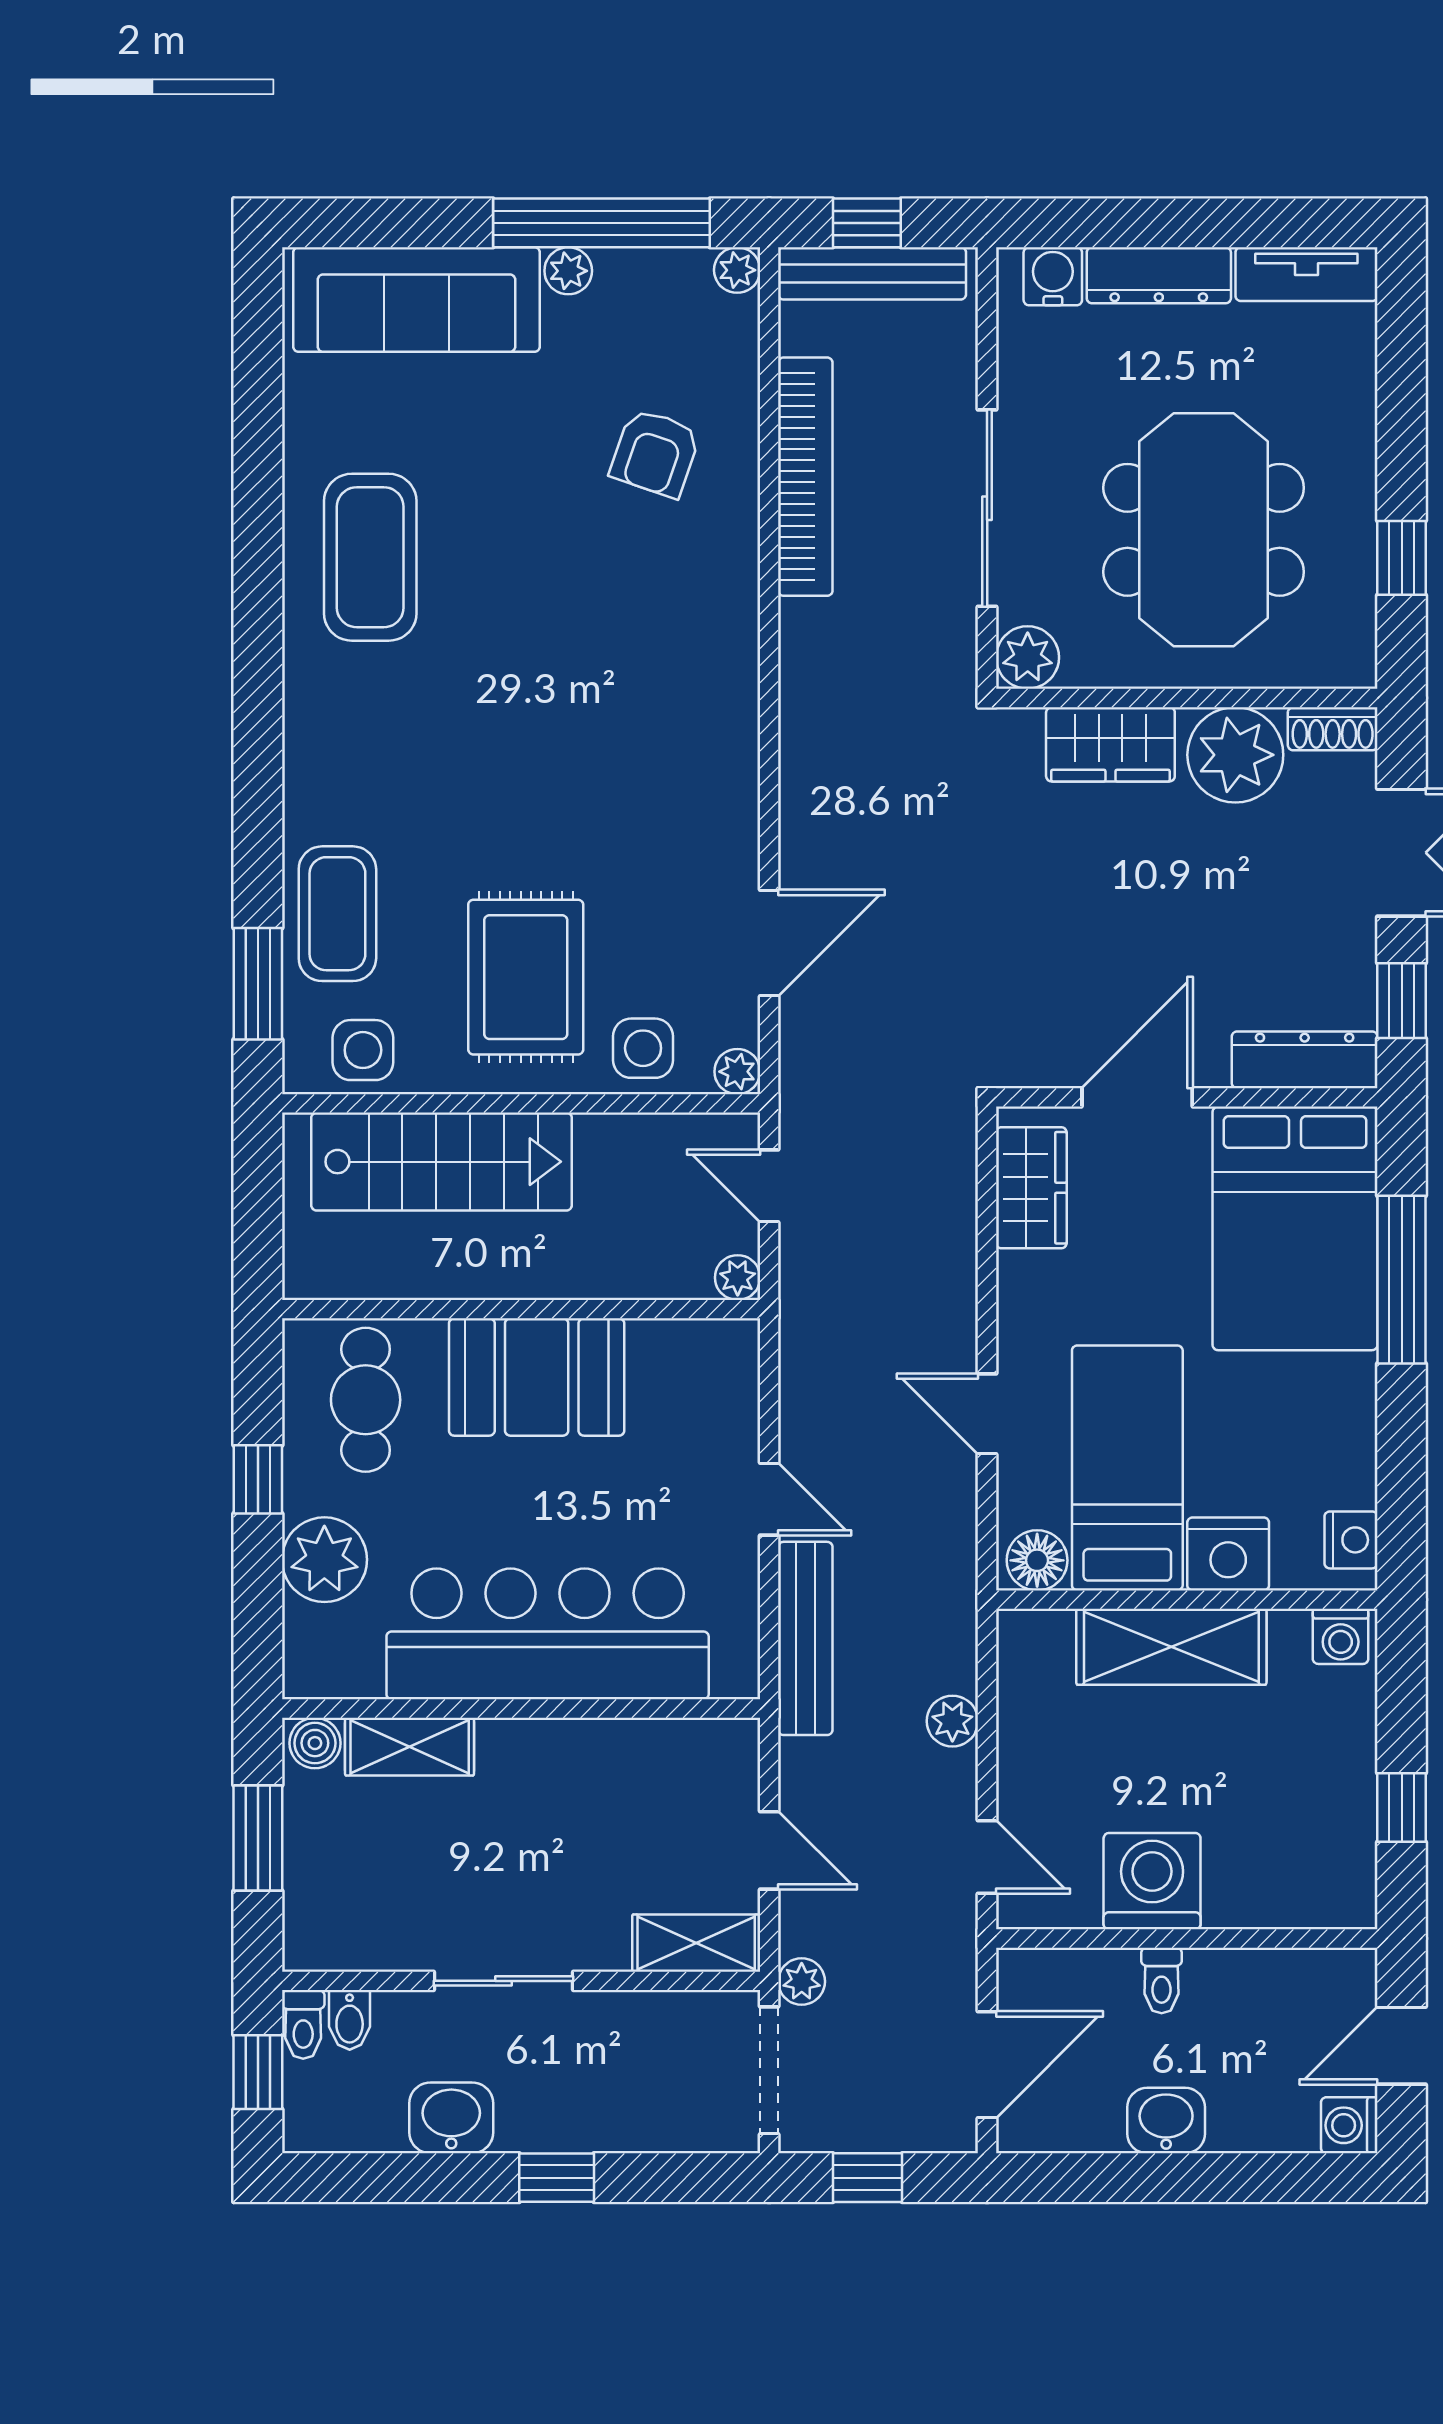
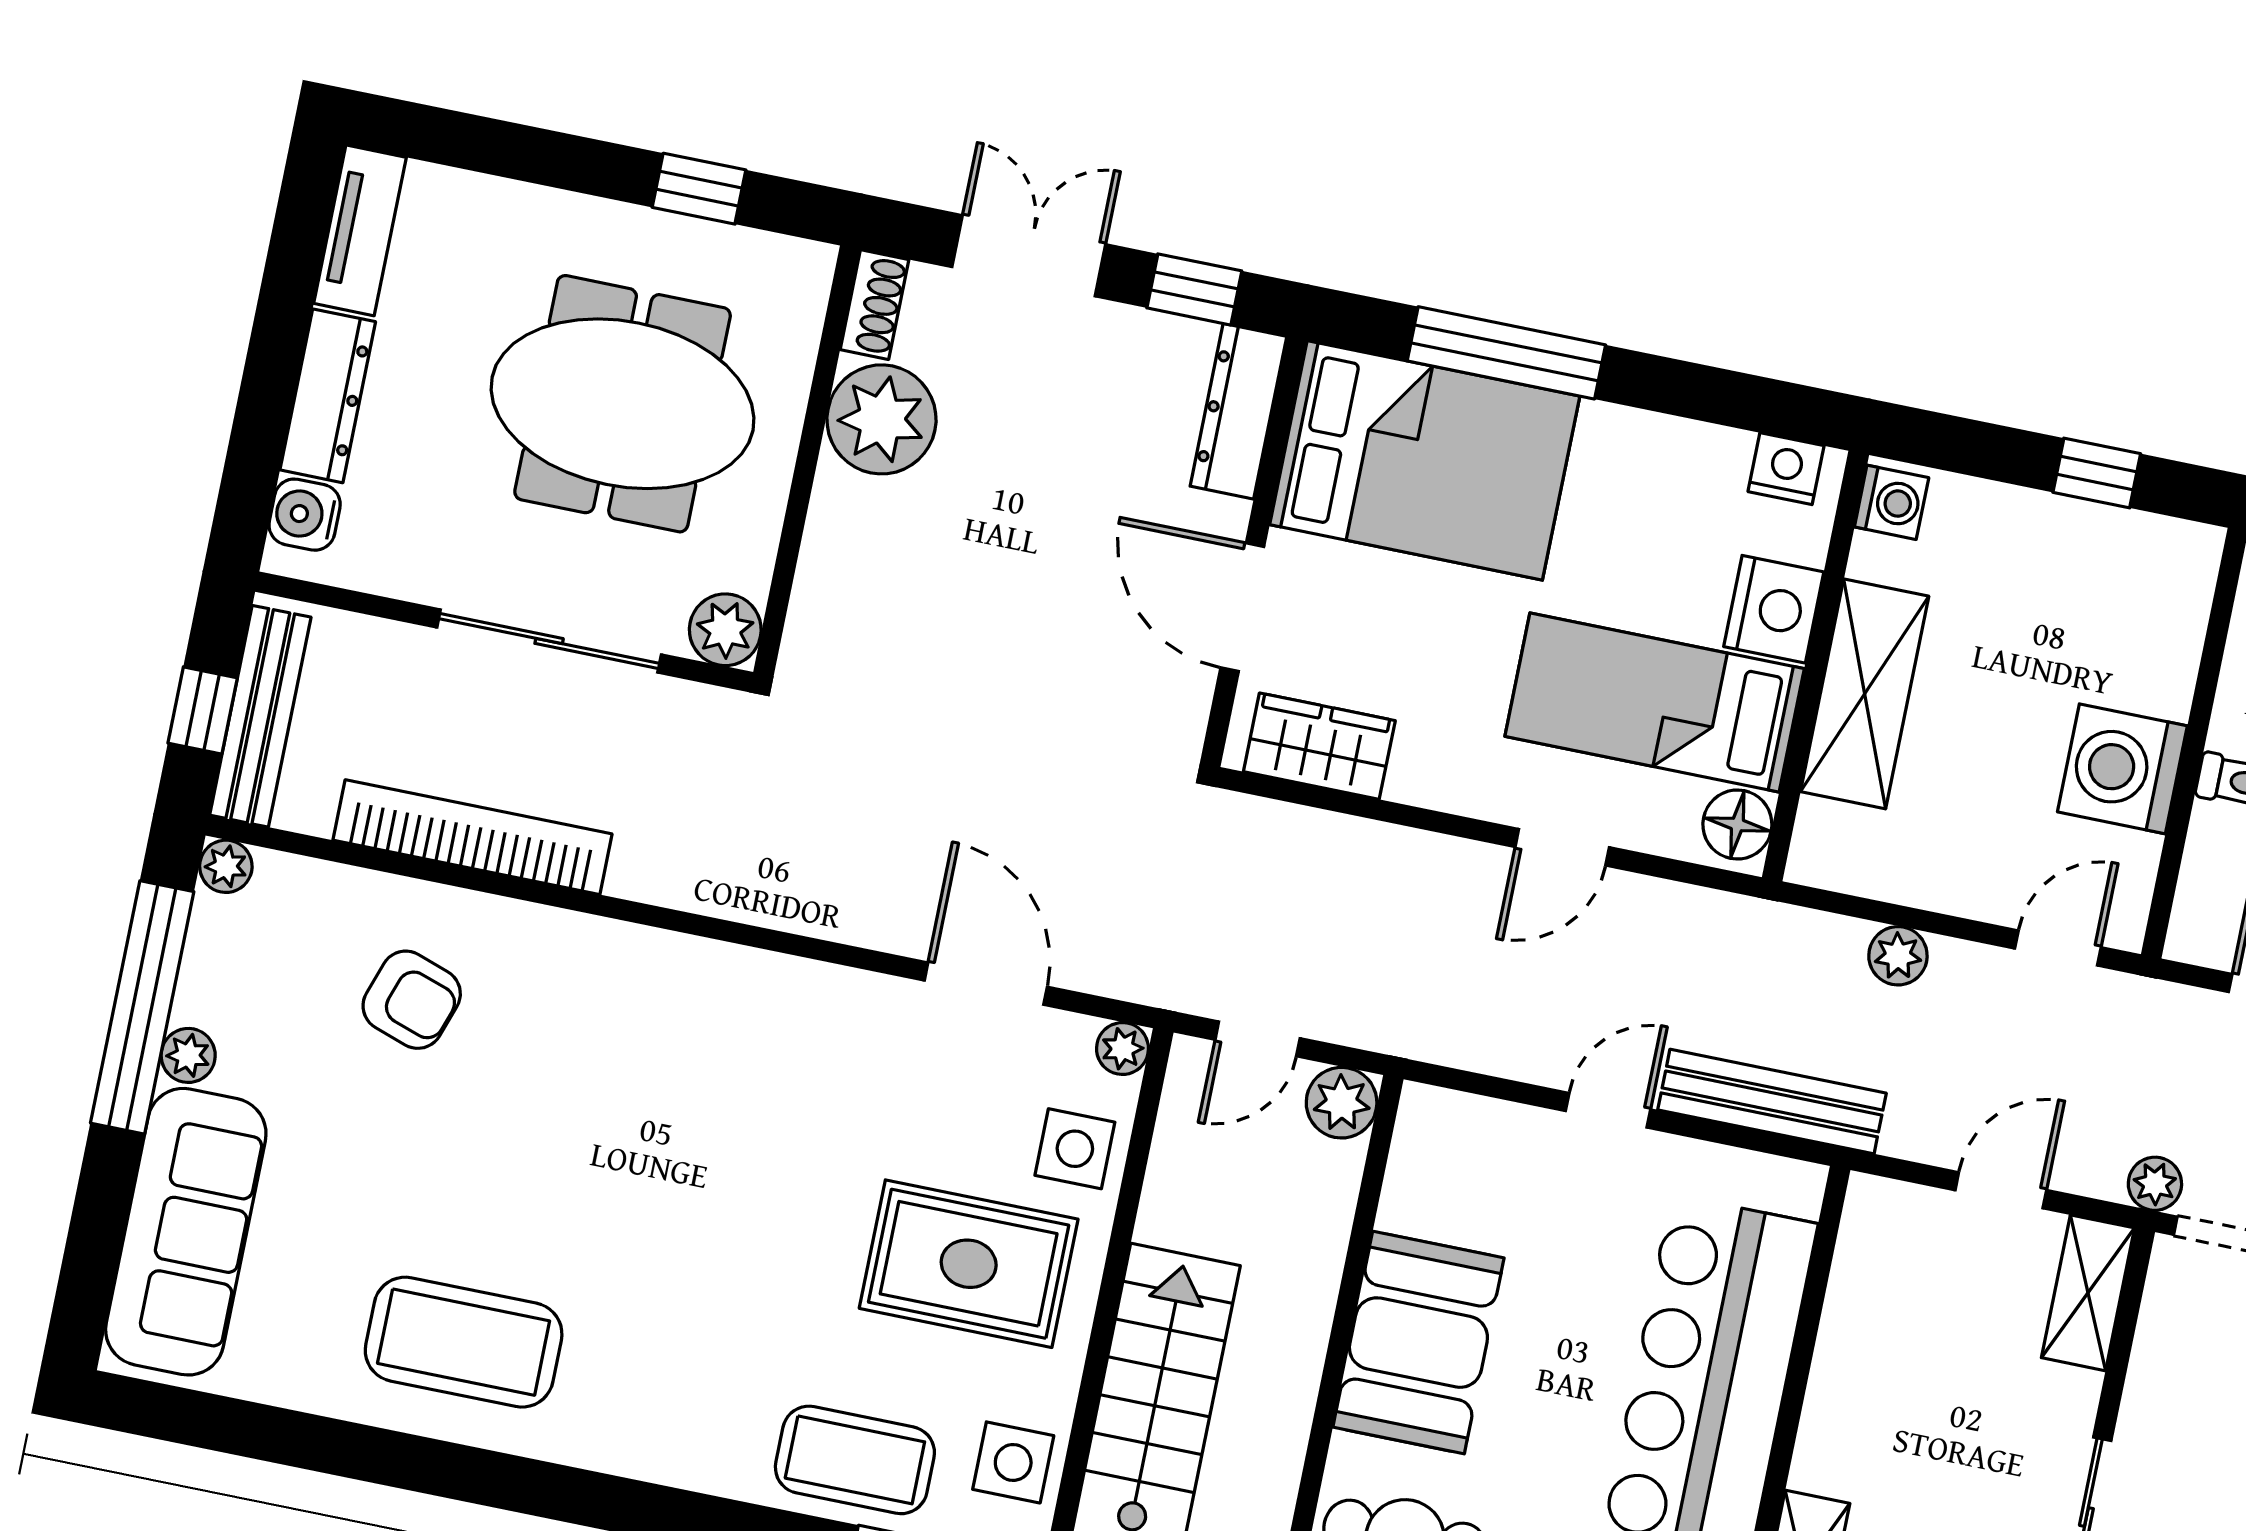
wardrobe: (1110, 744) -> (841, 557), removed
plant: (738, 1278) -> (1342, 1103), width x1.38, depth x1.38

